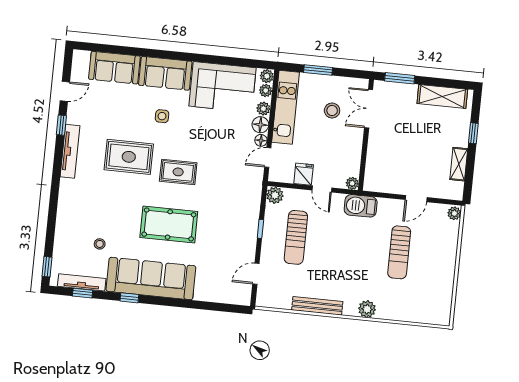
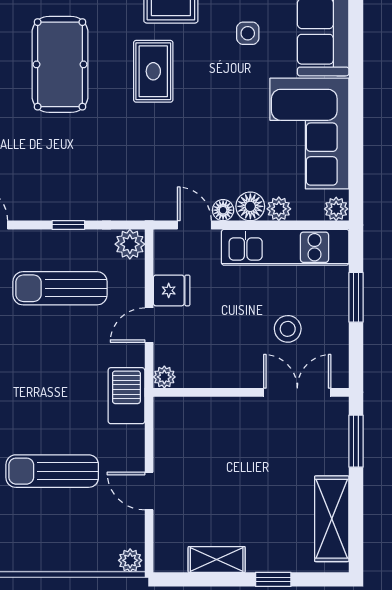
plant: (266, 91) -> (311, 209), removed

